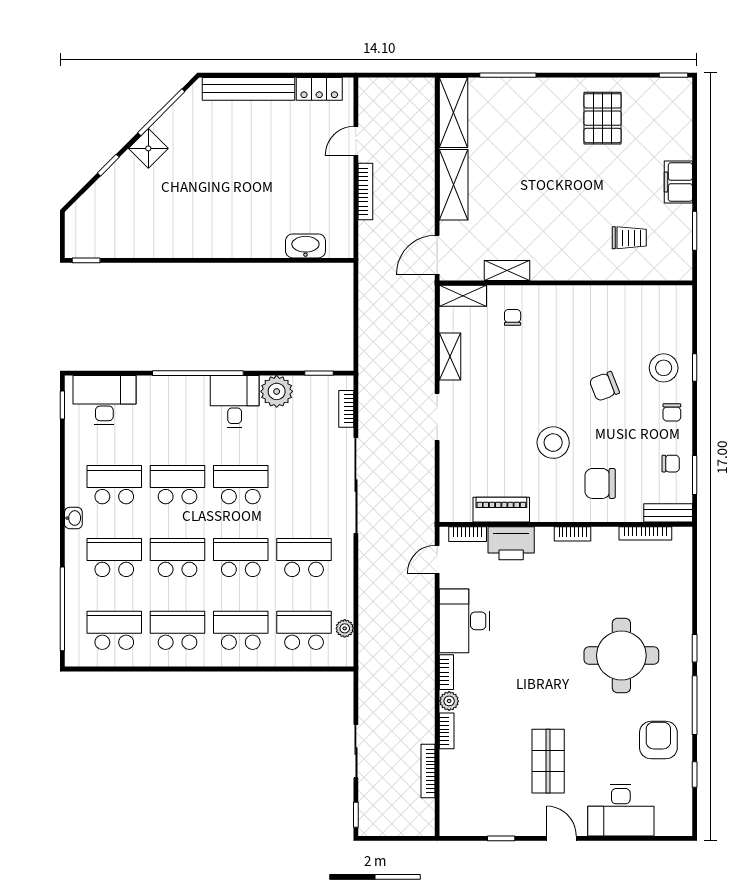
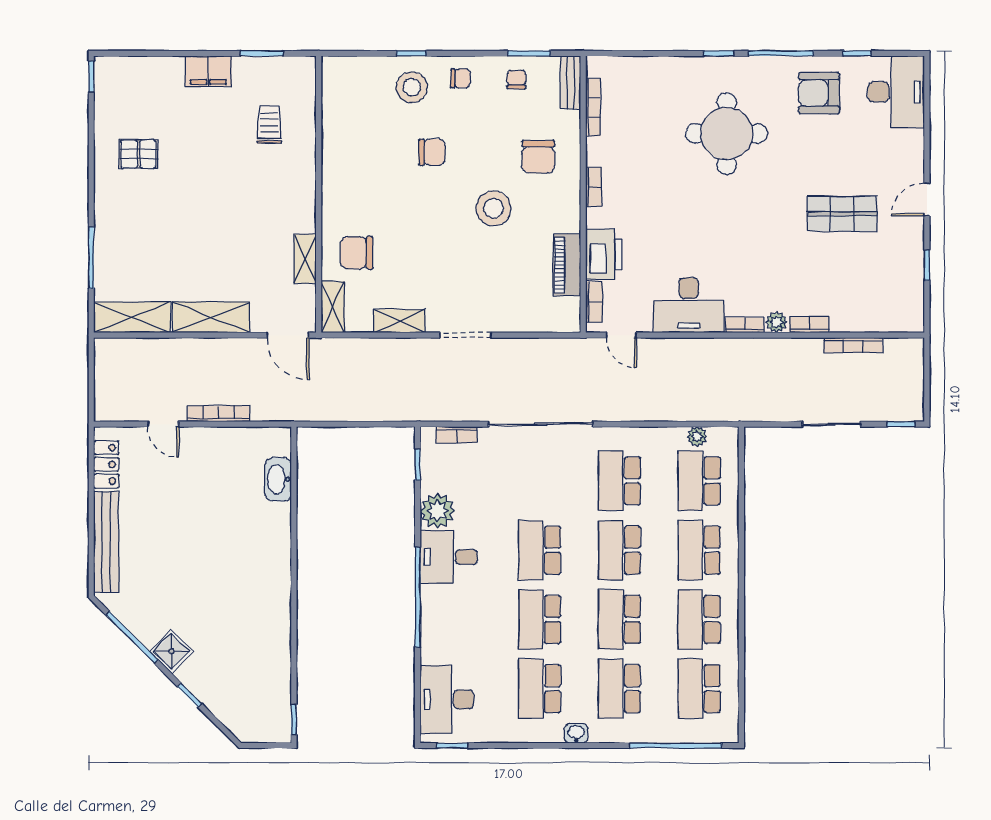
pallet: (603, 118) -> (138, 154), width x0.67, depth x0.71
chair: (513, 317) -> (357, 253), width x1.87, depth x1.87
chair: (604, 386) -> (432, 152), turned -69
desk: (621, 810) -> (896, 92), moved

